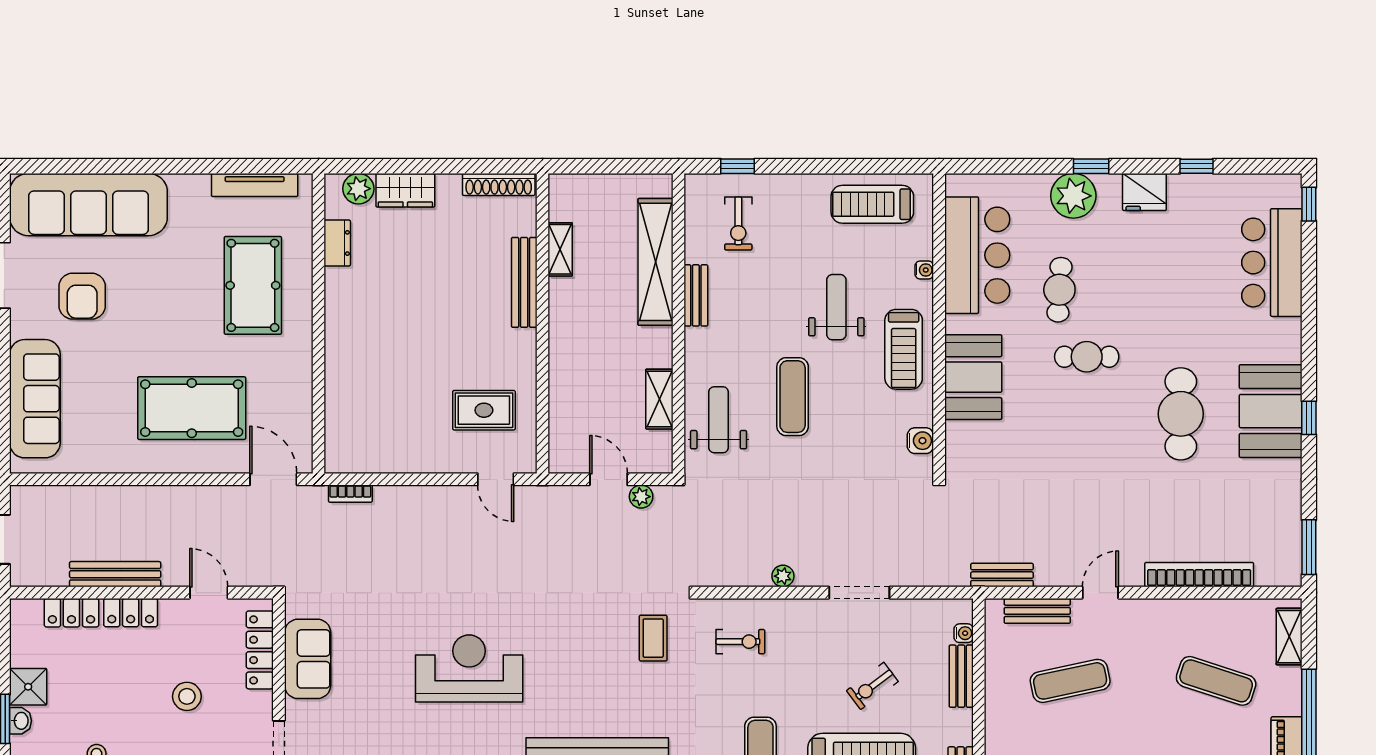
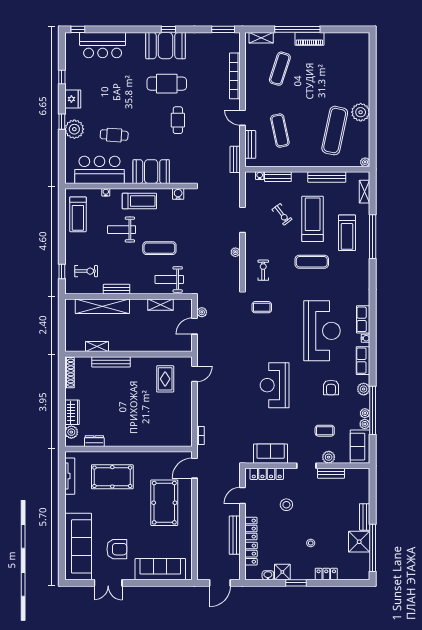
cafe table: (1087, 357) -> (178, 120), moved
washbasin: (21, 721) -> (268, 575), moved

